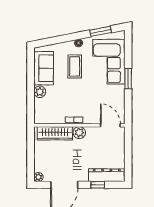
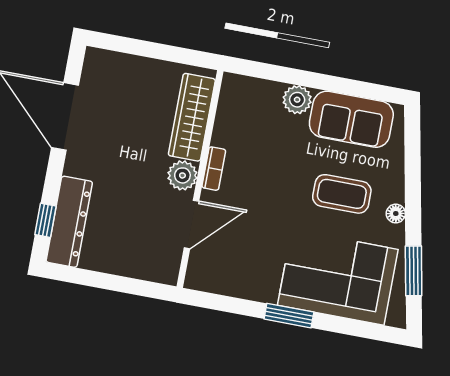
door: (110, 125) -> (191, 224), moved
plant: (38, 177) -> (95, 59), removed
window: (98, 185) -> (46, 220), moved

